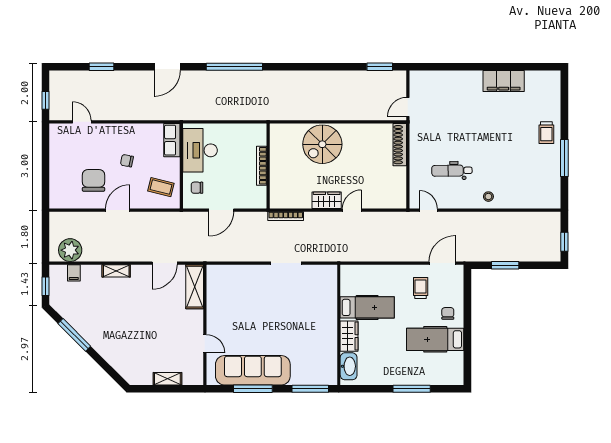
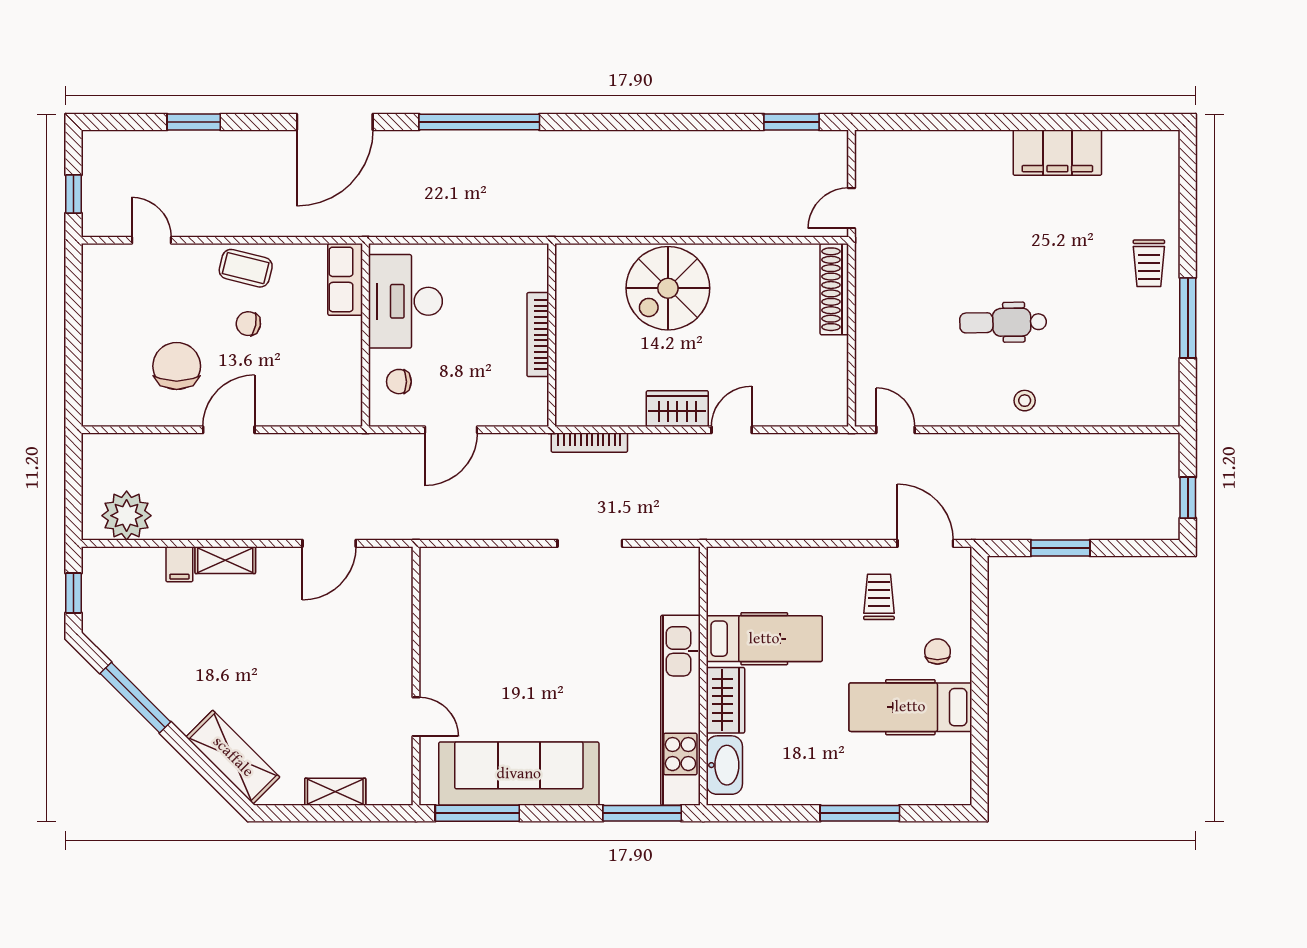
door: (167, 67) -> (335, 122), width x1.36
dental chair: (452, 171) -> (1003, 322), moved
coffee table: (161, 187) -> (246, 268), moved
door: (442, 263) -> (925, 543), hinge flipped
filing cabinet: (74, 273) -> (179, 564), moved
shelving: (195, 287) -> (233, 757), moved, turned -45
kitchen unit: (328, 341) -> (680, 710), added
window: (253, 389) -> (477, 813), moved

